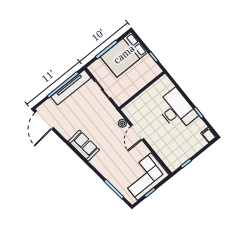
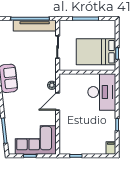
bed: (124, 54) -> (96, 52), moved
desk: (176, 110) -> (102, 92), moved

